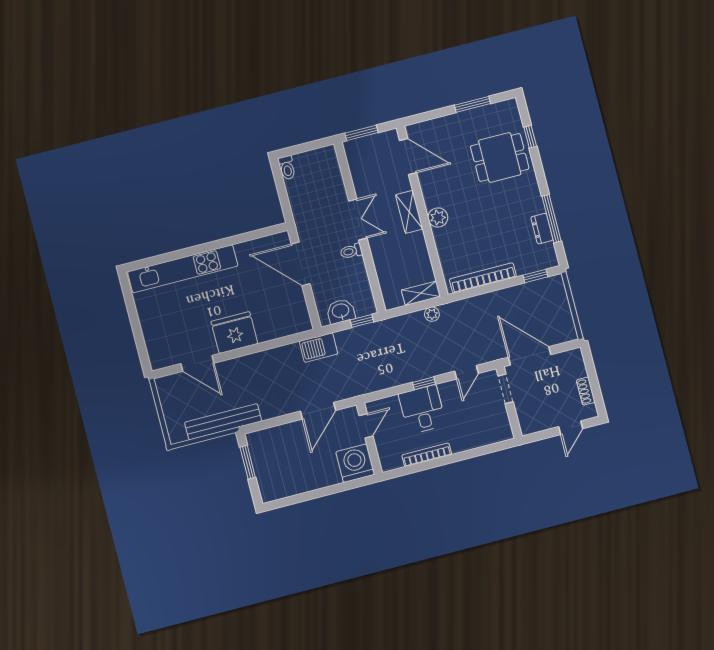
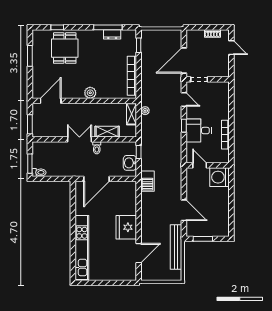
window: (298, 149) -> (30, 164), added
shelving: (409, 212) -> (107, 132), moved
door: (318, 411) -> (184, 210), moved

